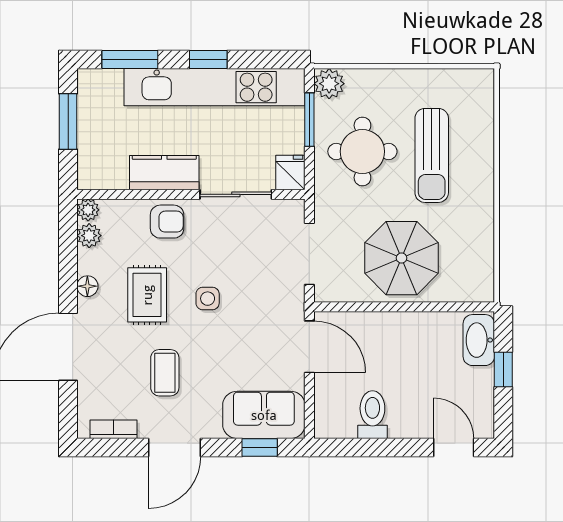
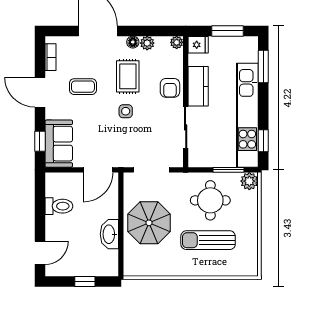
window: (208, 60) -> (263, 141), moved
fridge: (290, 172) -> (198, 45), moved
plant: (89, 236) -> (147, 43), moved
rug: (147, 295) -> (128, 76), turned 90
washbasin: (479, 340) -> (109, 234), moved, turned -90

